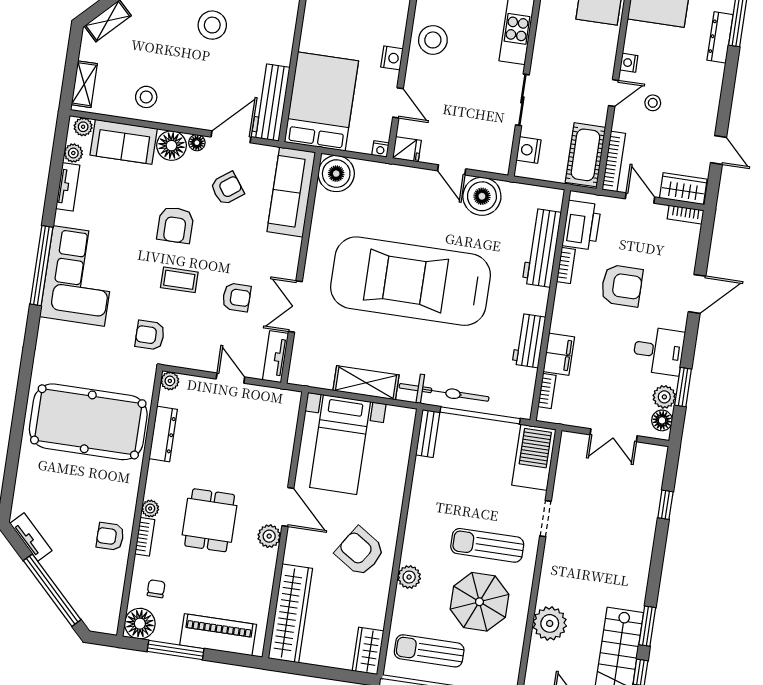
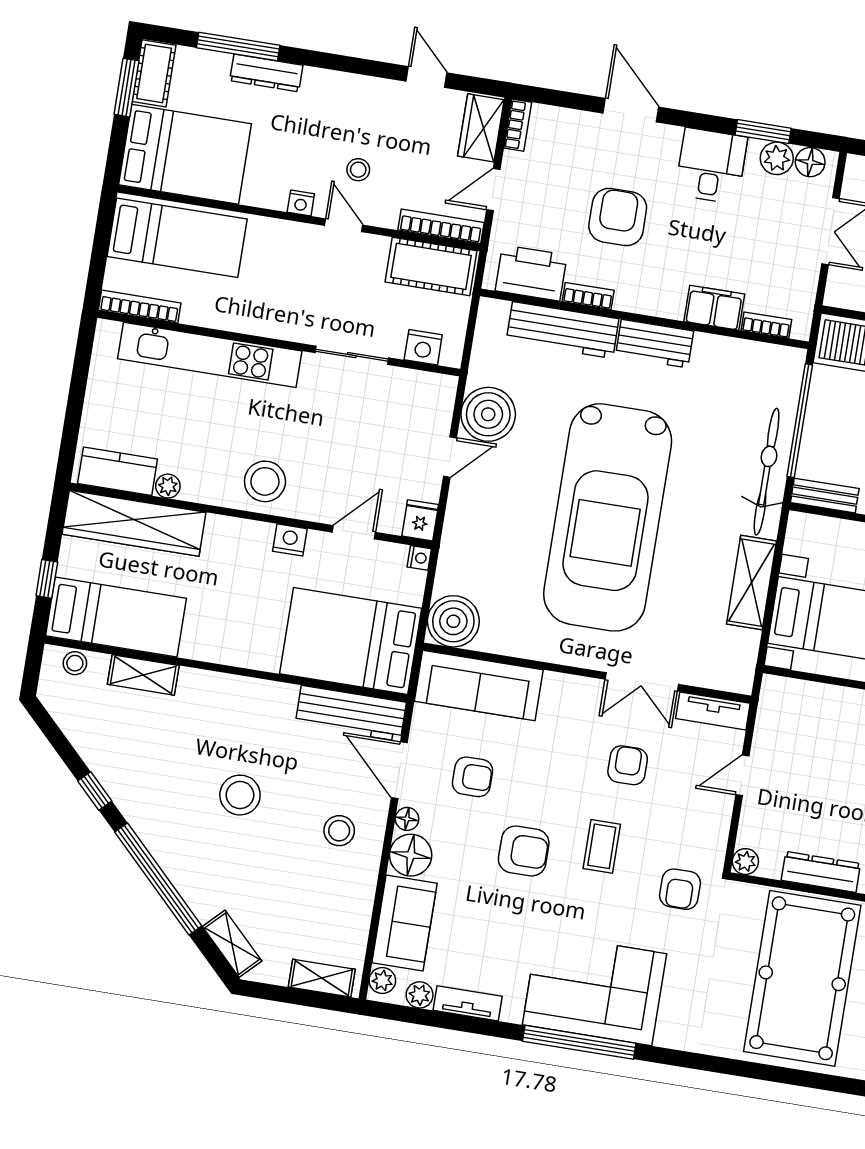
stool: (146, 97) -> (339, 831), moved
door: (718, 150) -> (426, 77), hinge flipped
armchair: (227, 188) -> (473, 777), turned 126
workbench: (529, 341) -> (655, 344), moved

